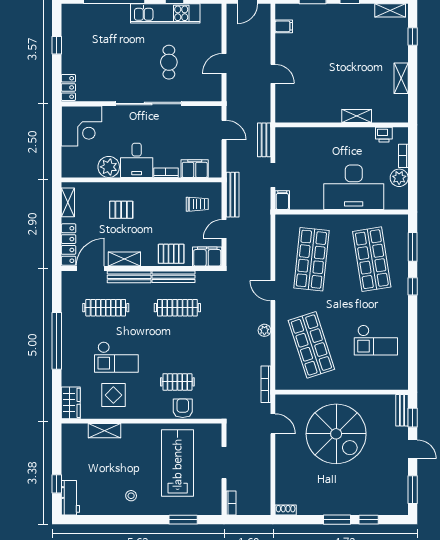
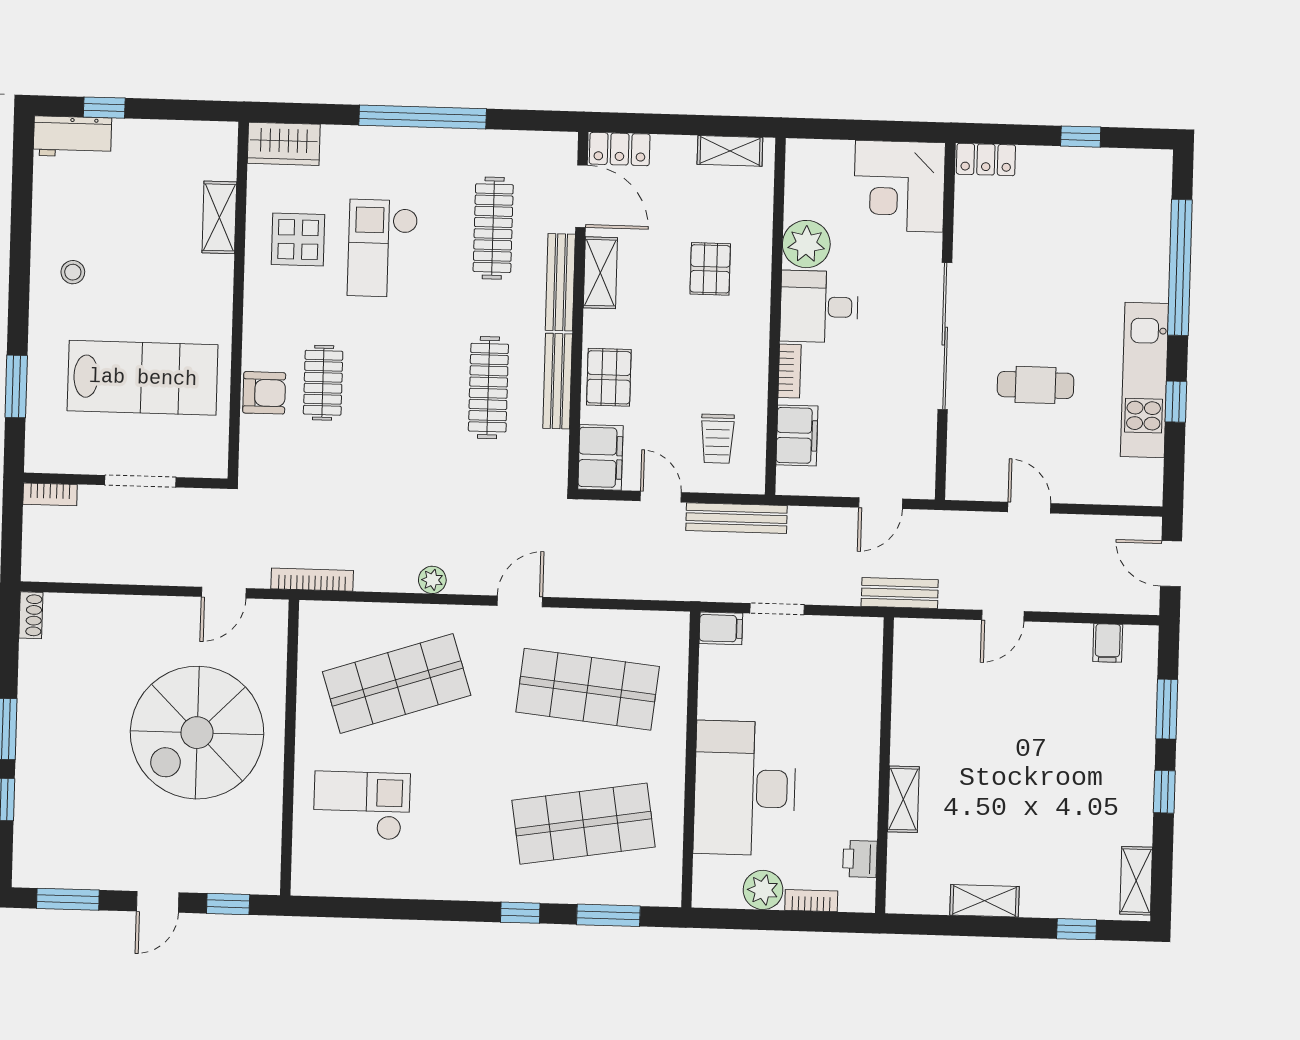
bench: (264, 140) -> (900, 593), moved
locker: (69, 245) -> (620, 149), width x0.66
checkout: (376, 340) -> (362, 806), moved, turned 90
bench: (402, 410) -> (245, 881), removed

